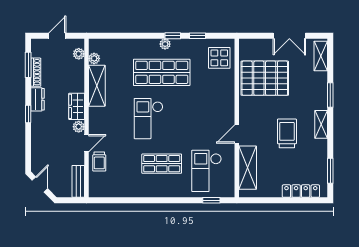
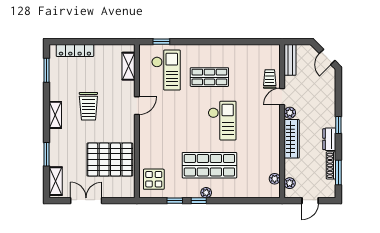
shelving: (97, 86) -> (272, 152), removed
window: (330, 95) -> (46, 154), moved
wardrobe: (77, 106) -> (292, 139), width x1.50
shelving: (248, 168) -> (128, 66), width x0.67, depth x0.75

